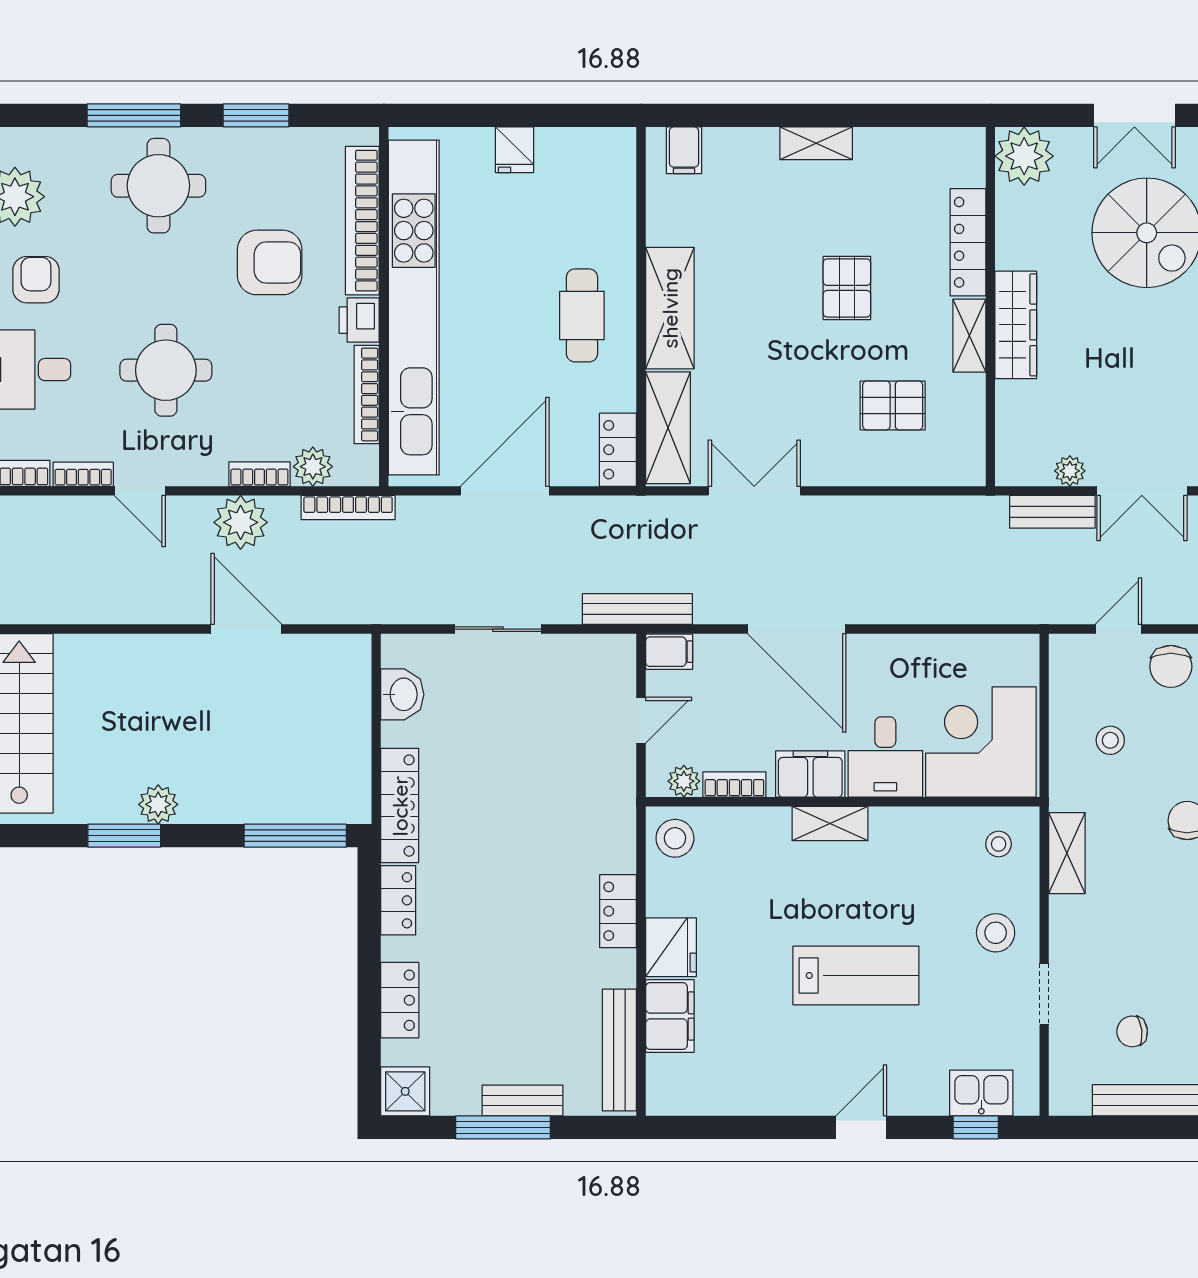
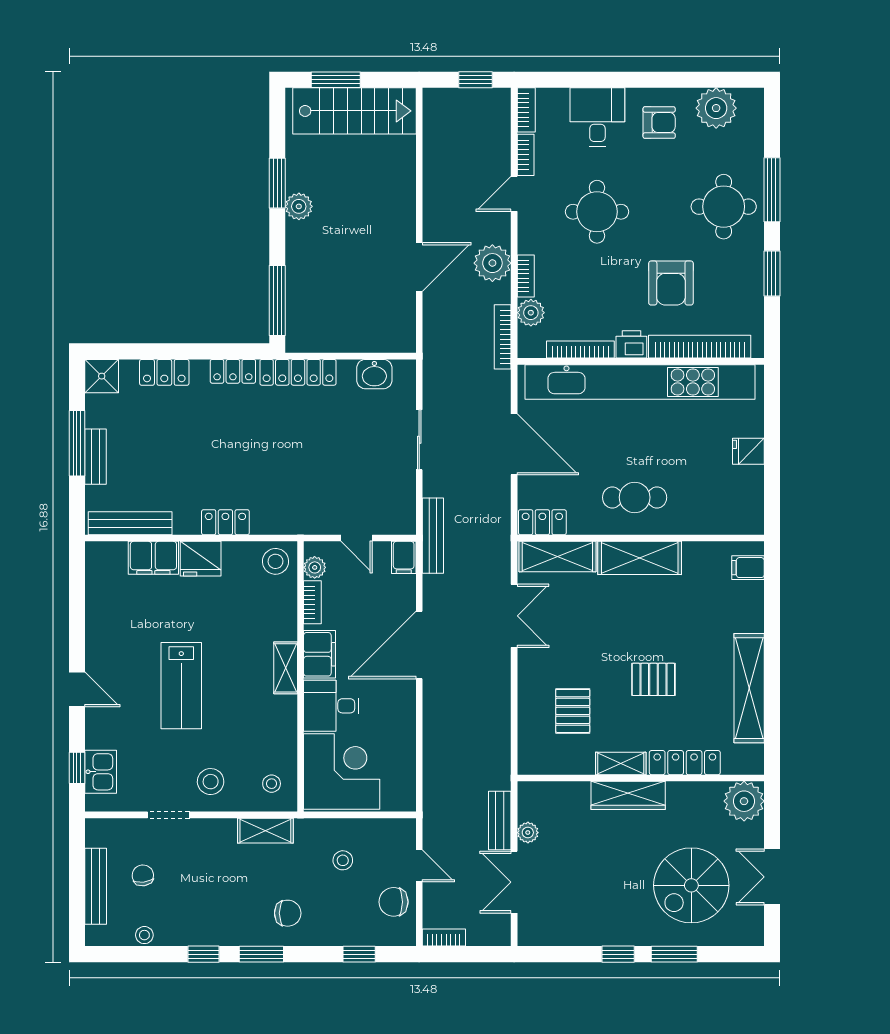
shelving: (816, 143) -> (749, 688), width x2.20, depth x1.33

